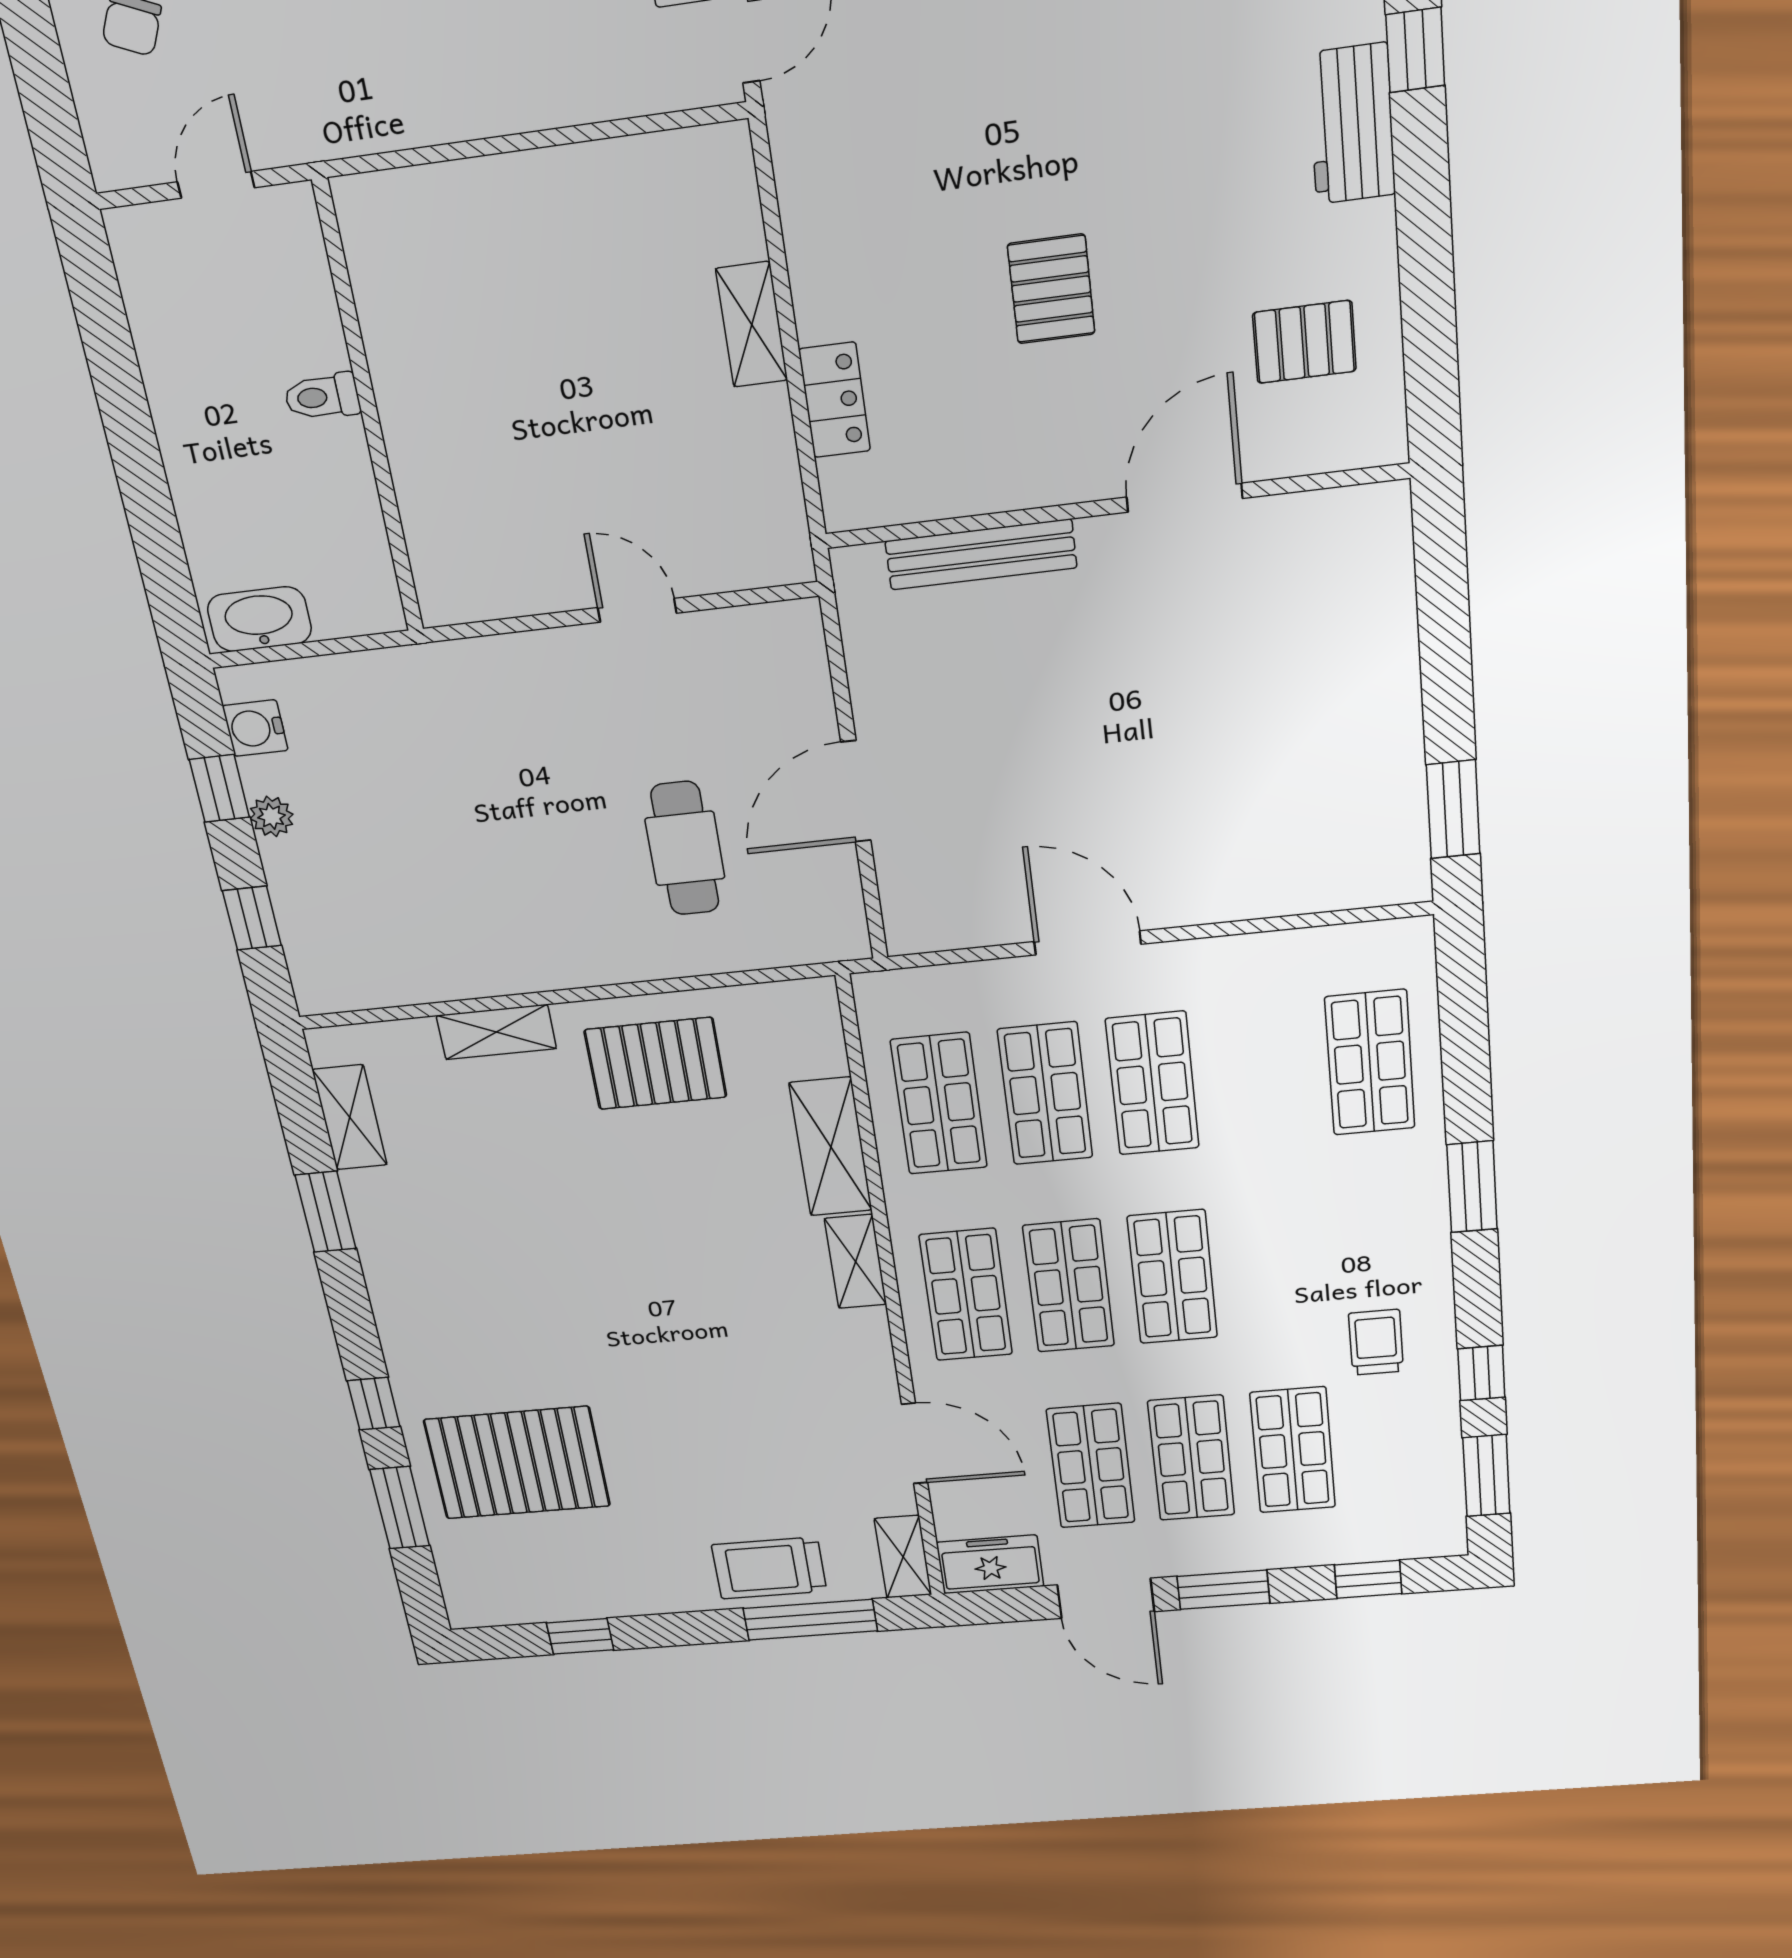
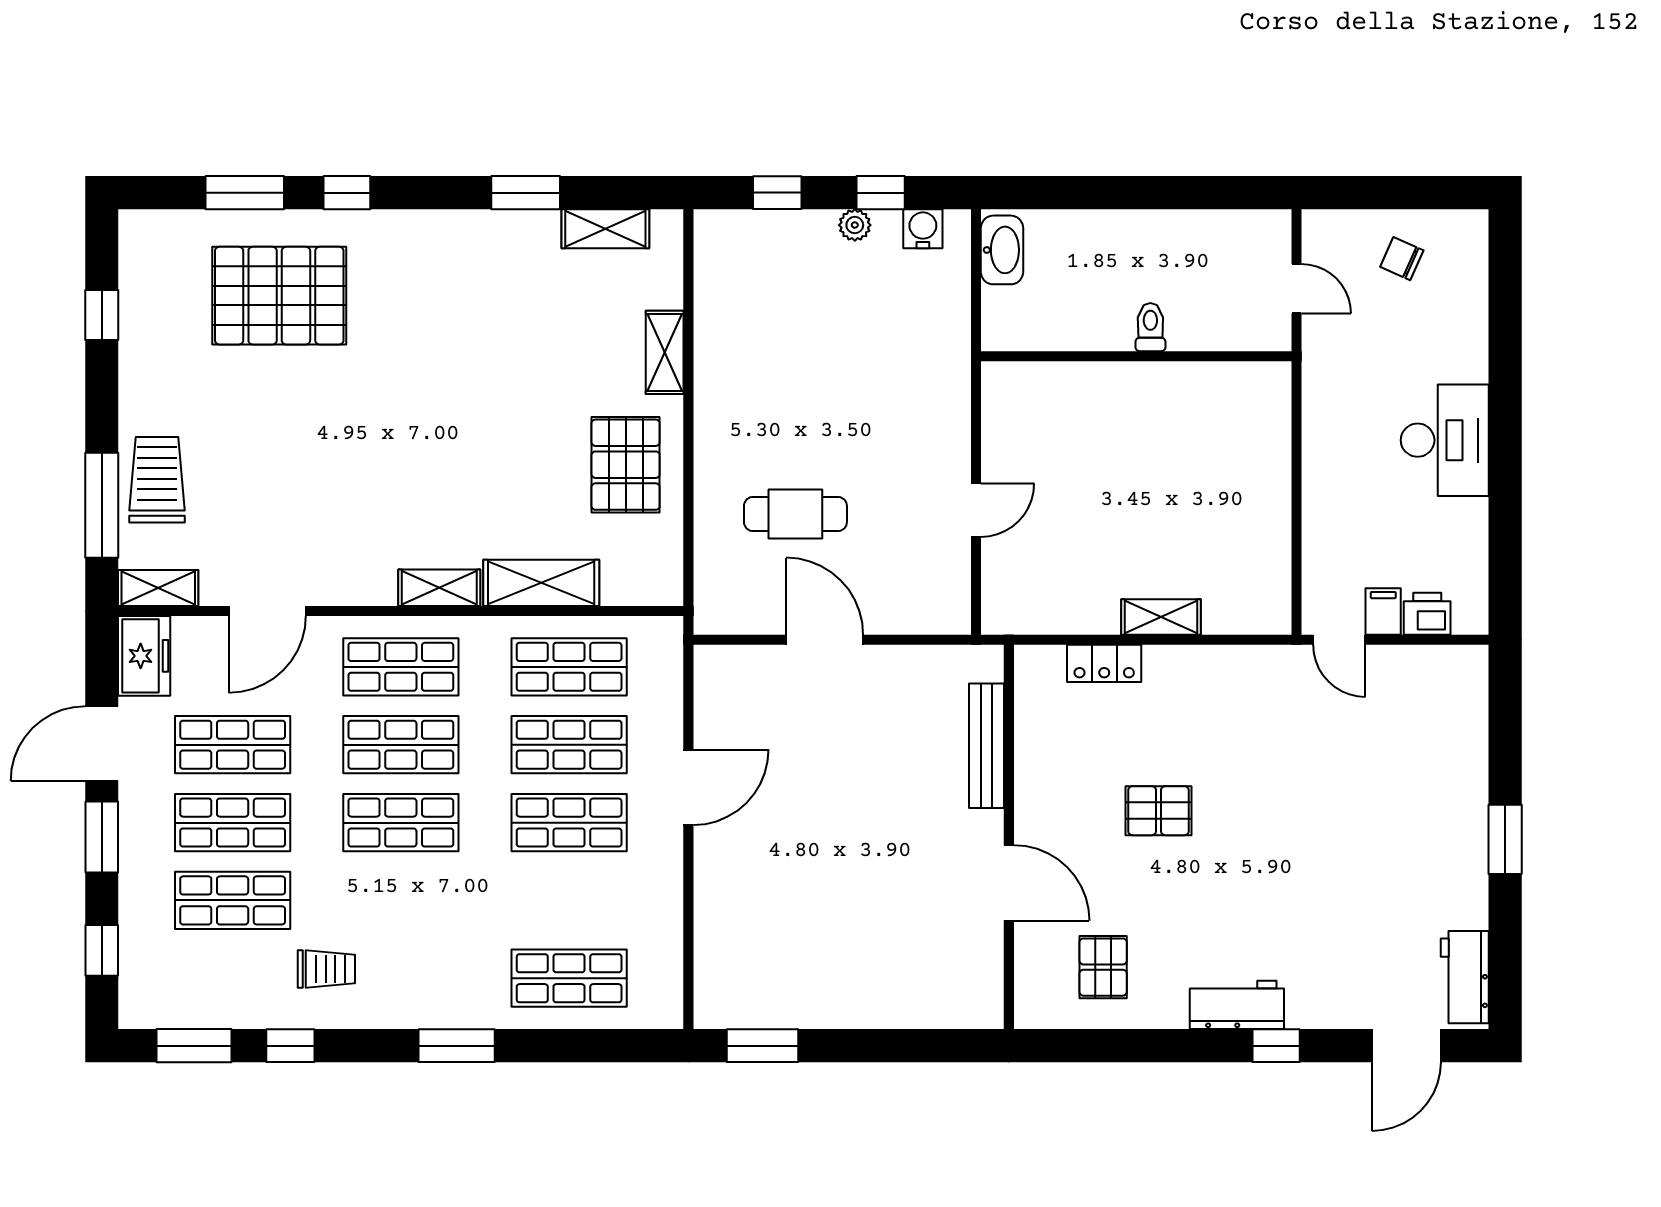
pallet: (517, 1463) -> (279, 296), turned 90

